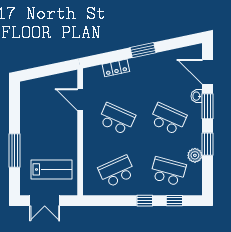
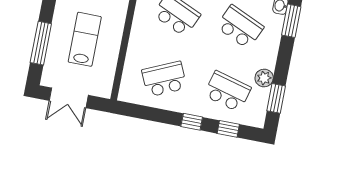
window: (207, 144) -> (276, 98), moved
window: (14, 151) -> (41, 43), moved
lab bench: (52, 169) -> (85, 39), moved, turned -90

